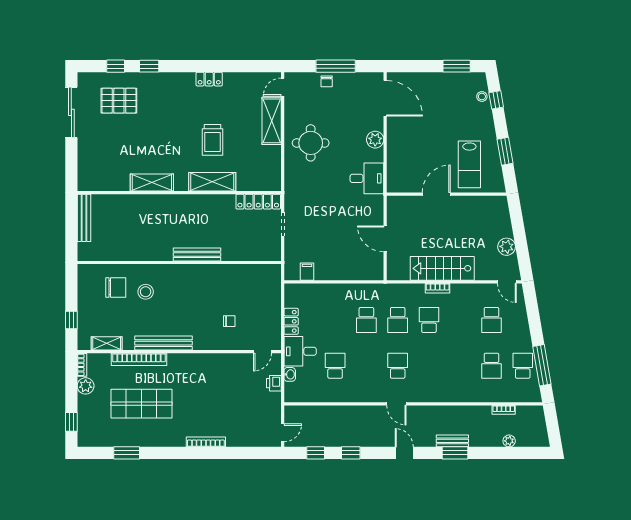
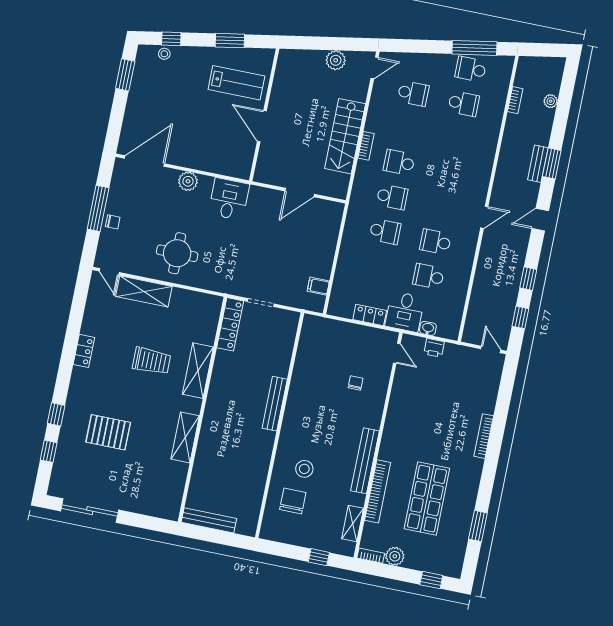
pallet: (119, 101) -> (108, 432), moved, turned 90
school desk: (398, 366) -> (436, 242), moved

